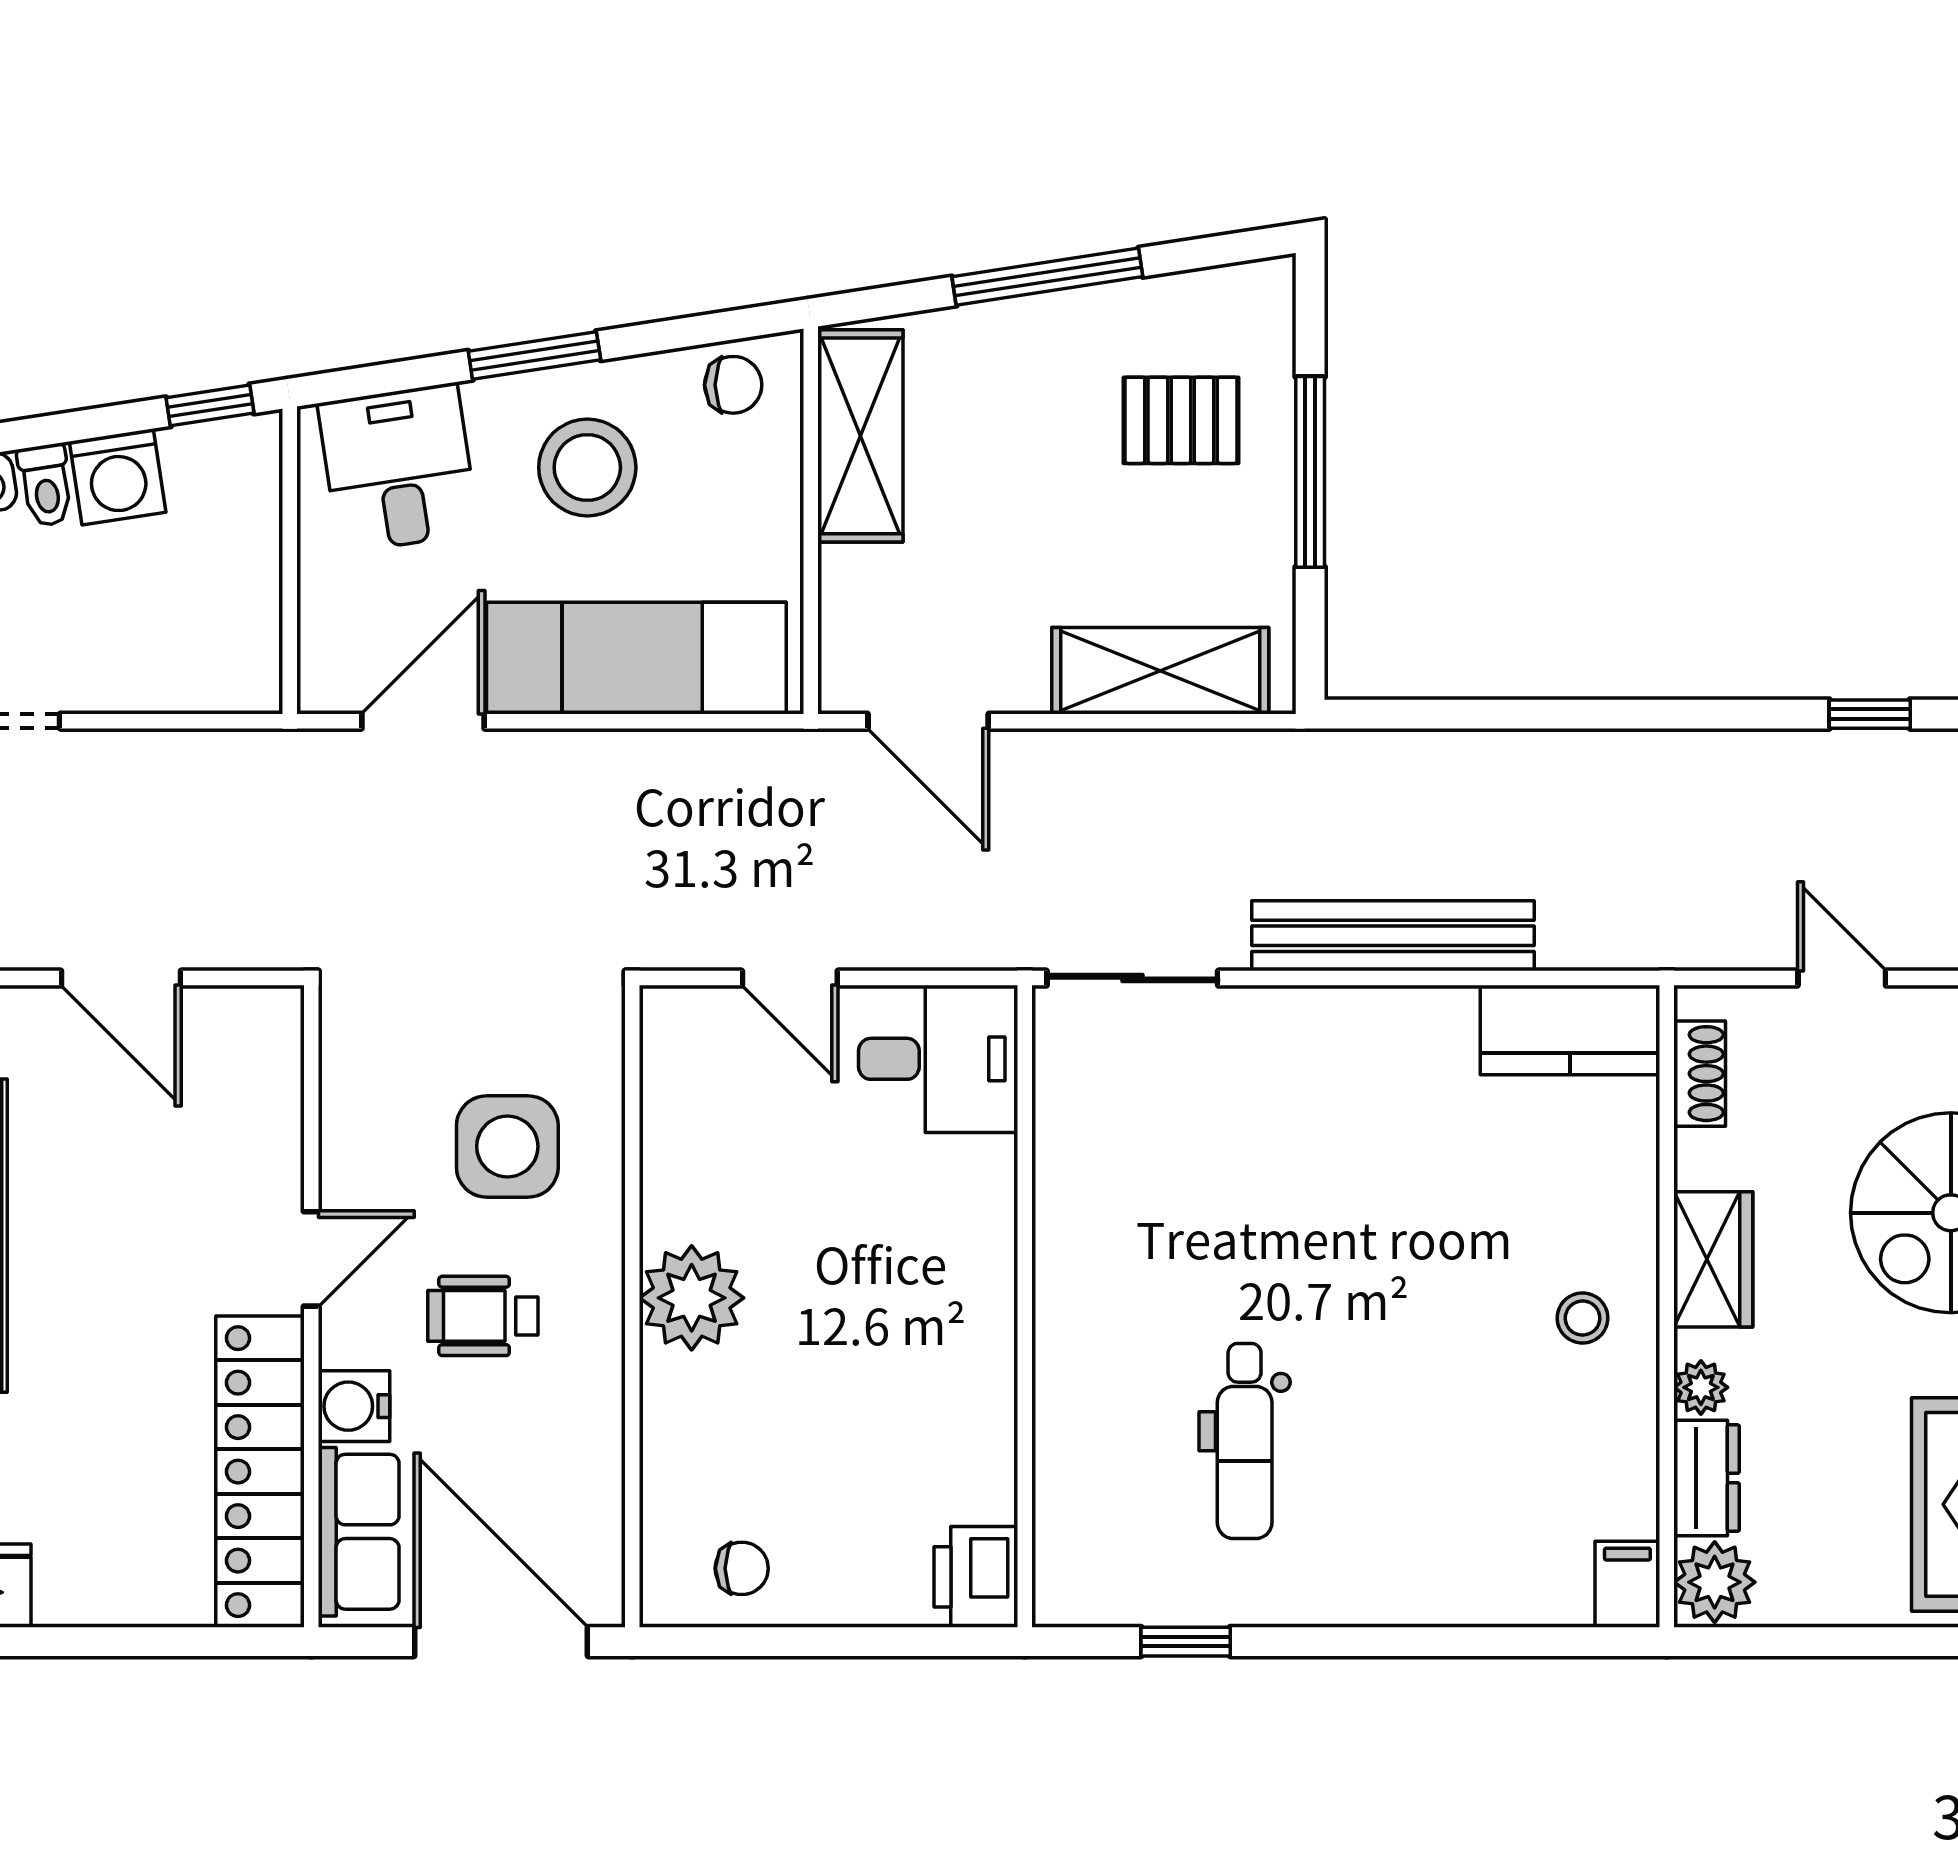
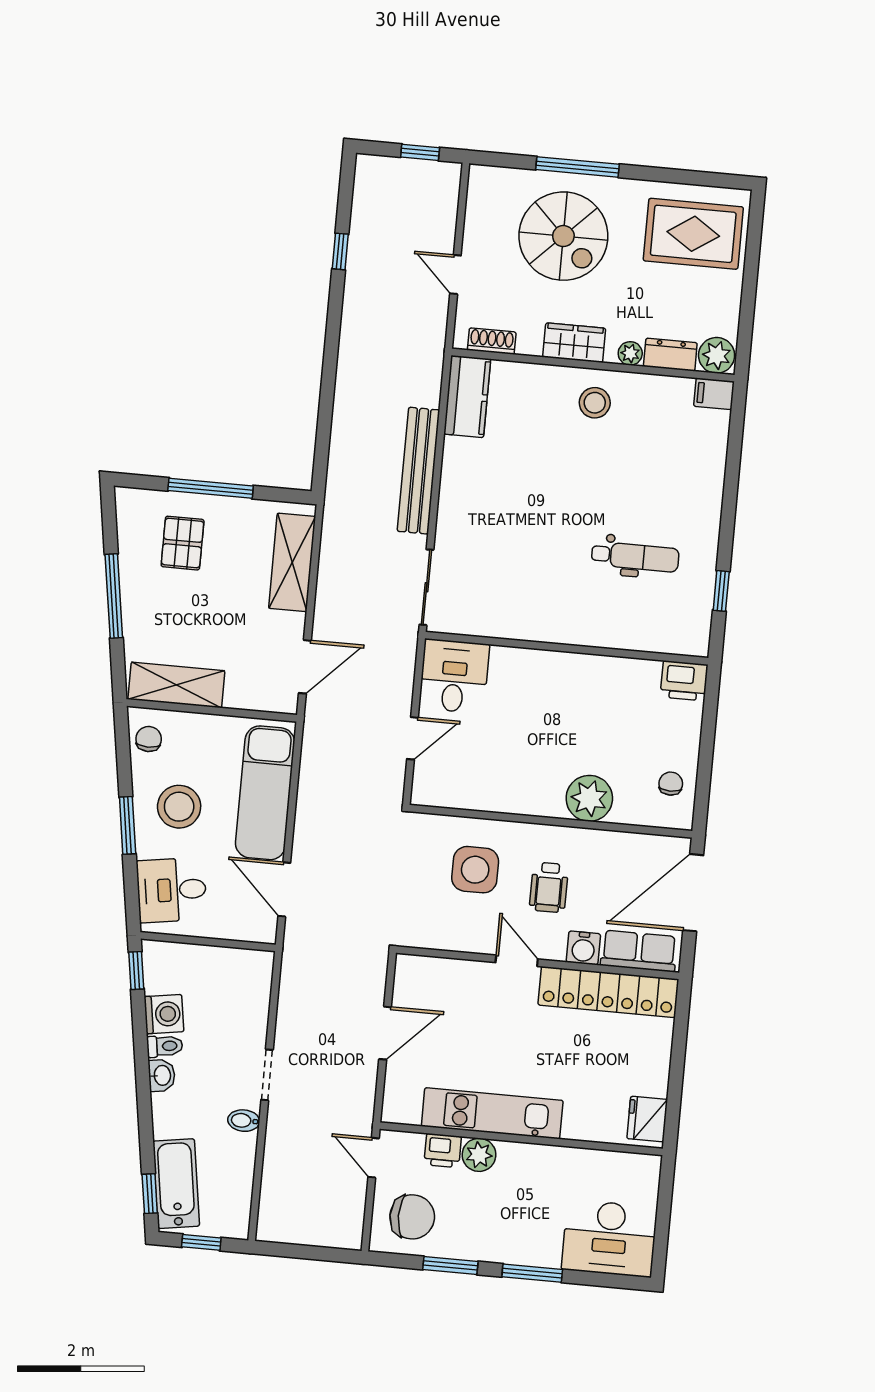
door: (1842, 978) -> (455, 275), hinge flipped
plant: (692, 1298) -> (589, 798), moved
stool: (1583, 1318) -> (595, 403), width x1.37, depth x1.37

